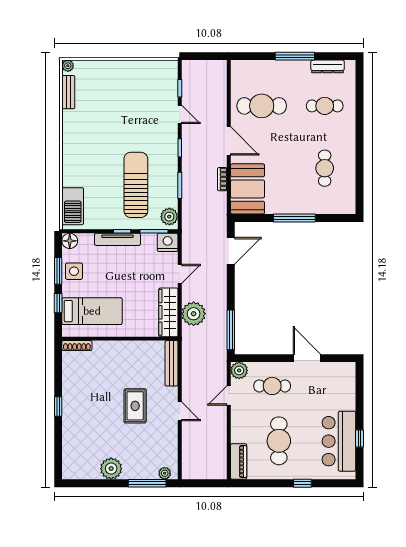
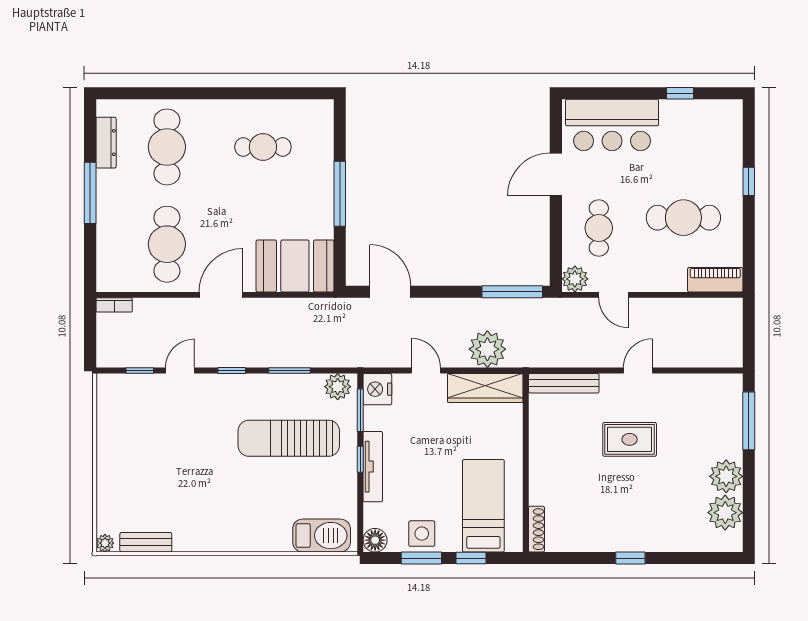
cafe table: (325, 106) -> (167, 147), width x1.37, depth x1.35
bookcase: (222, 179) -> (114, 305), moved
bar counter: (339, 441) -> (612, 125), moved
plant: (165, 473) -> (725, 513), moved, width x1.88, depth x1.88

